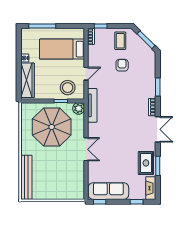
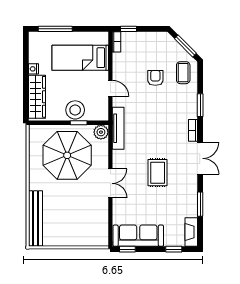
coffee table: (120, 41) -> (183, 73), moved
door: (86, 74) -> (110, 88), hinge flipped
stool: (68, 88) -> (75, 110), moved
rug: (146, 163) -> (158, 173), moved

